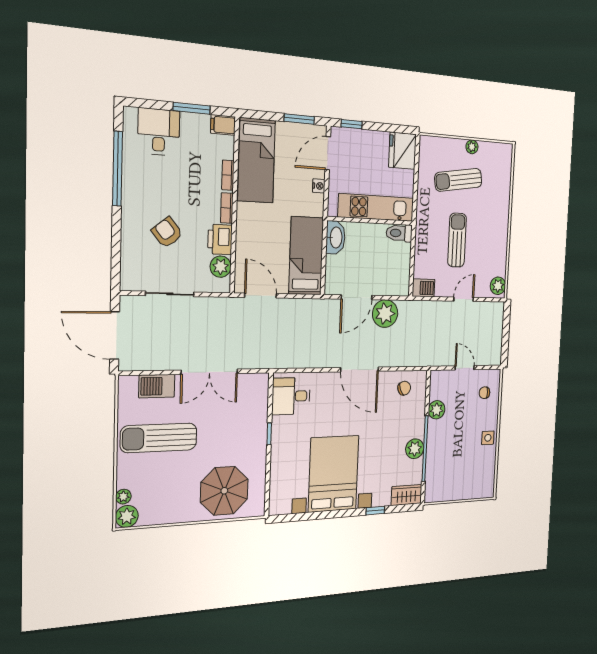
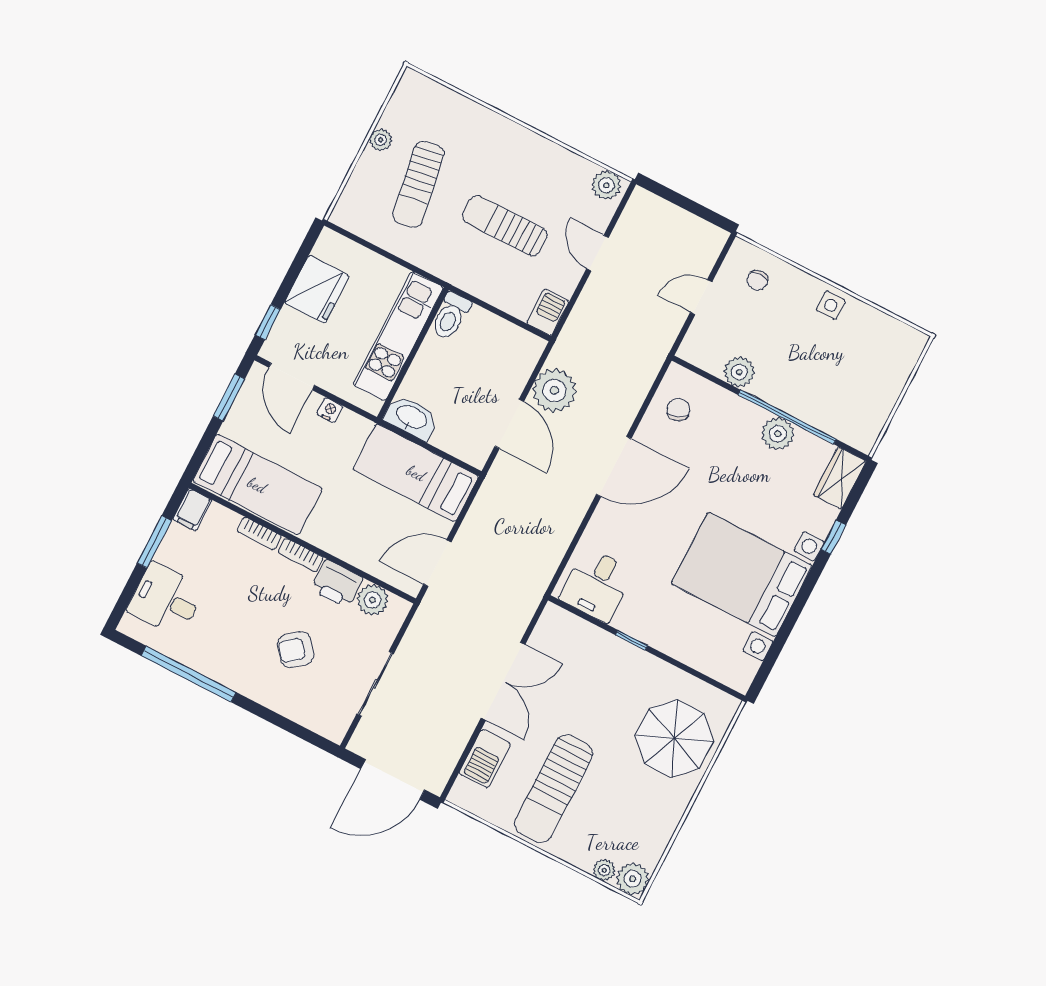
fridge: (403, 151) -> (317, 289), moved, turned -90

